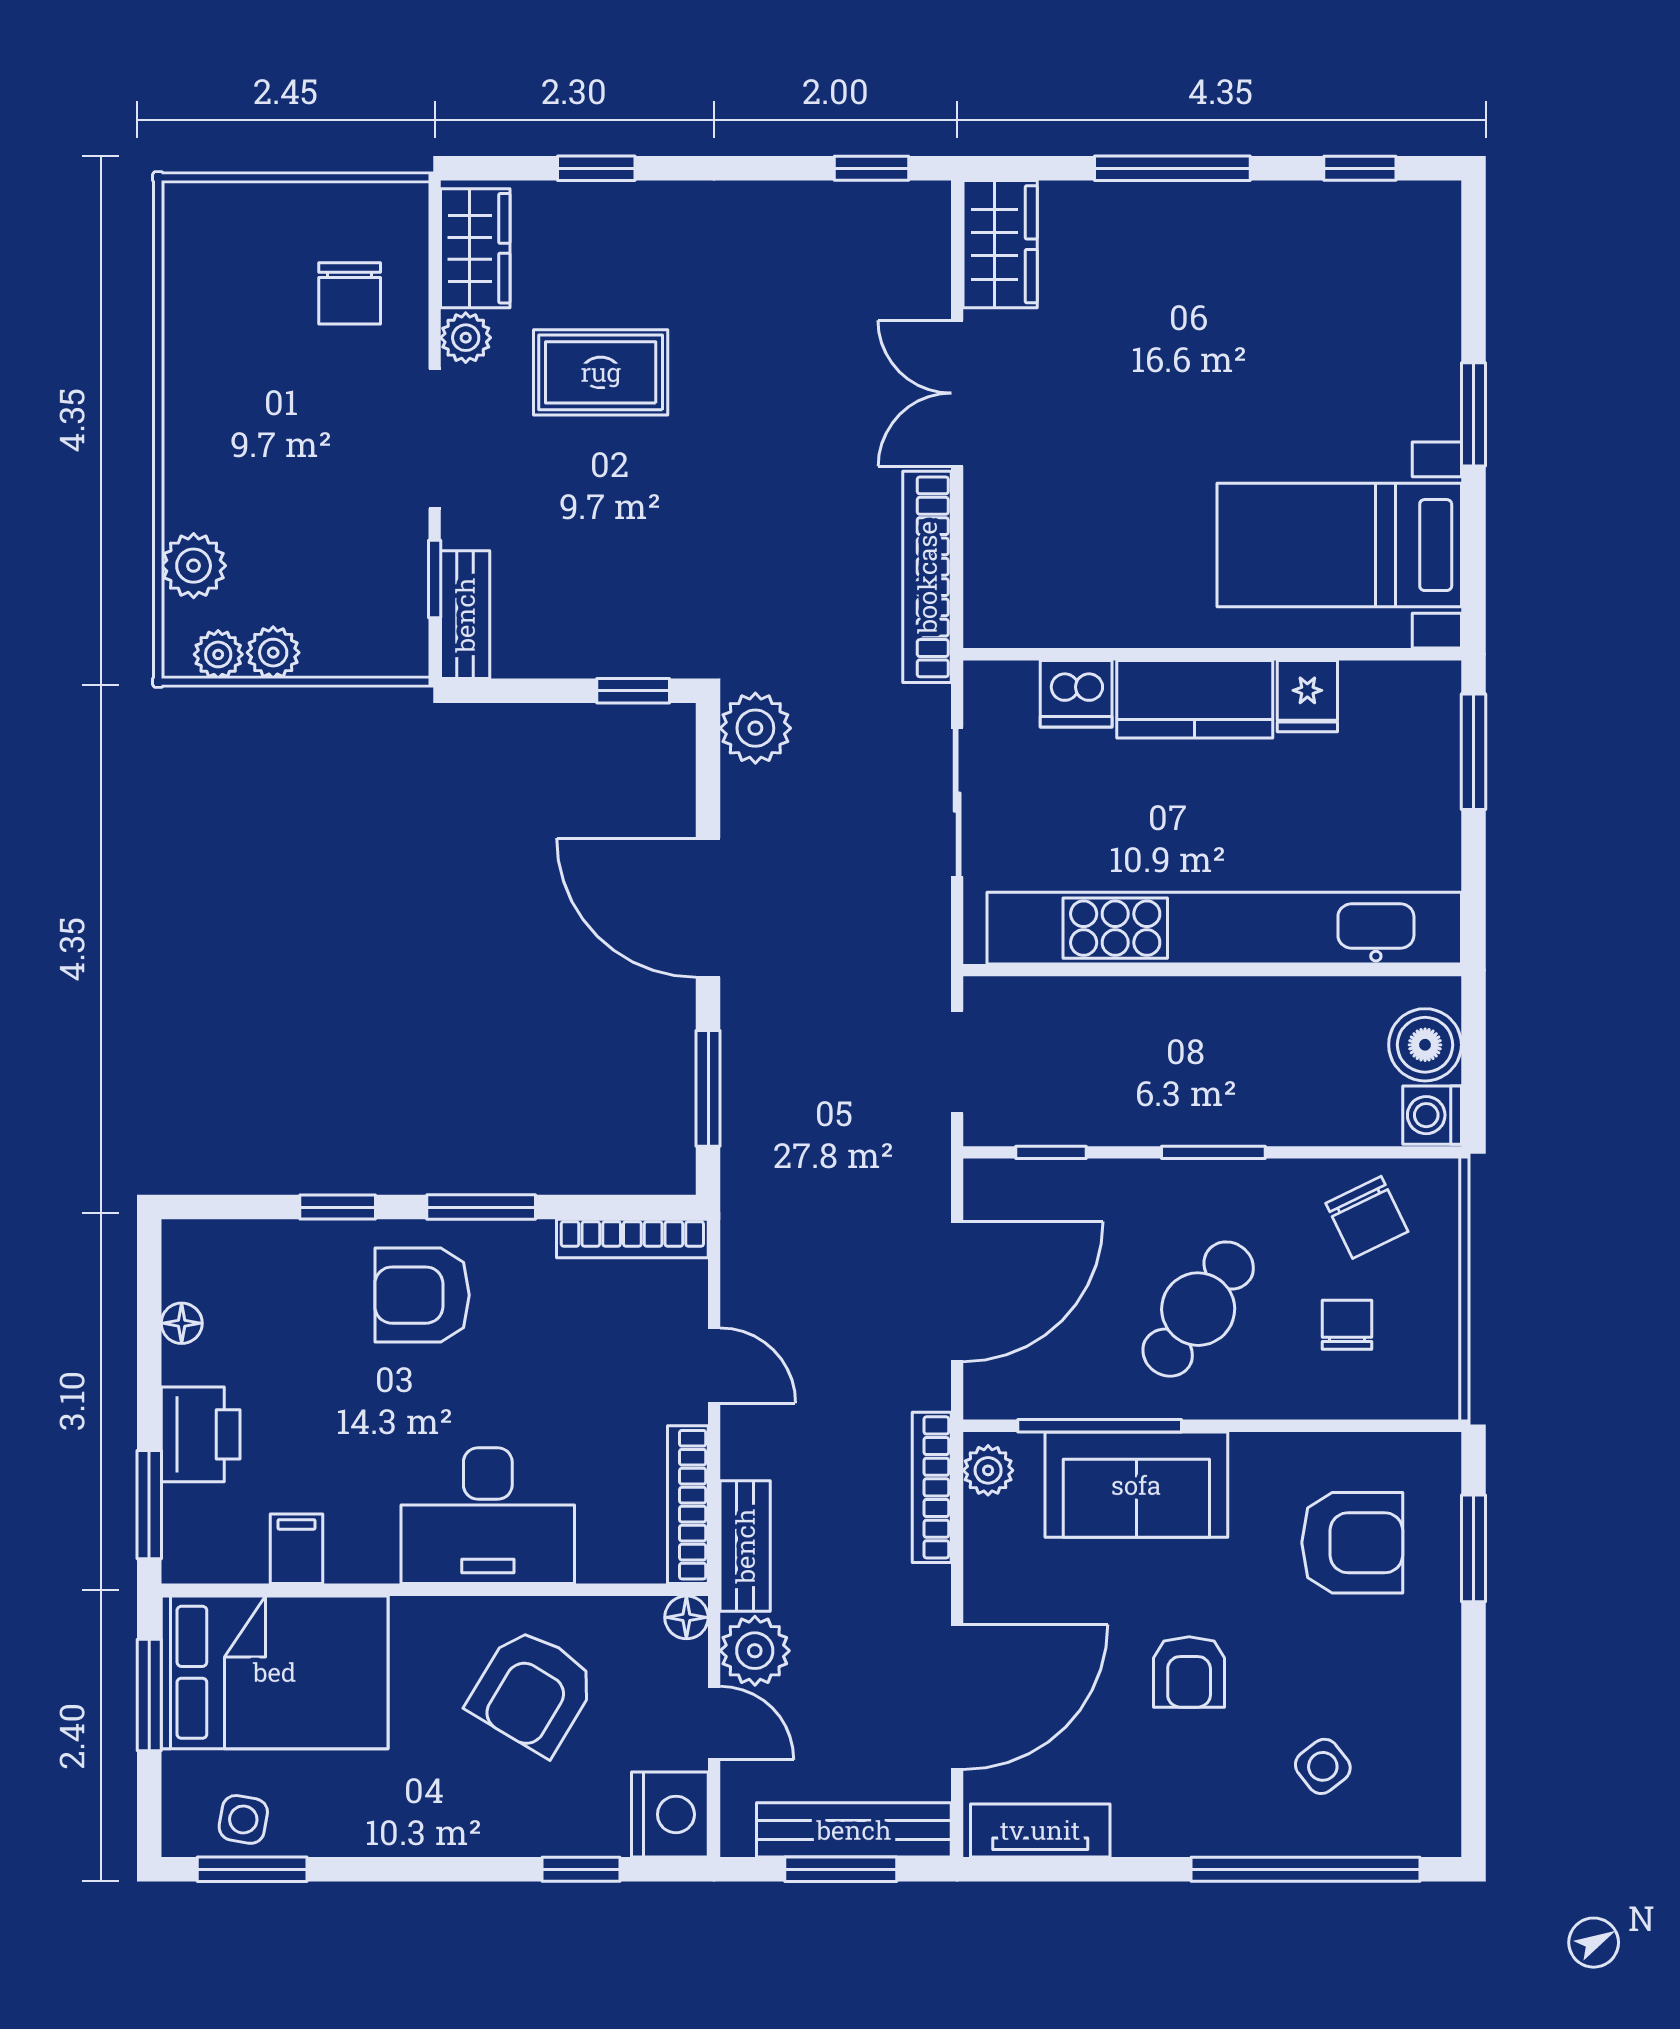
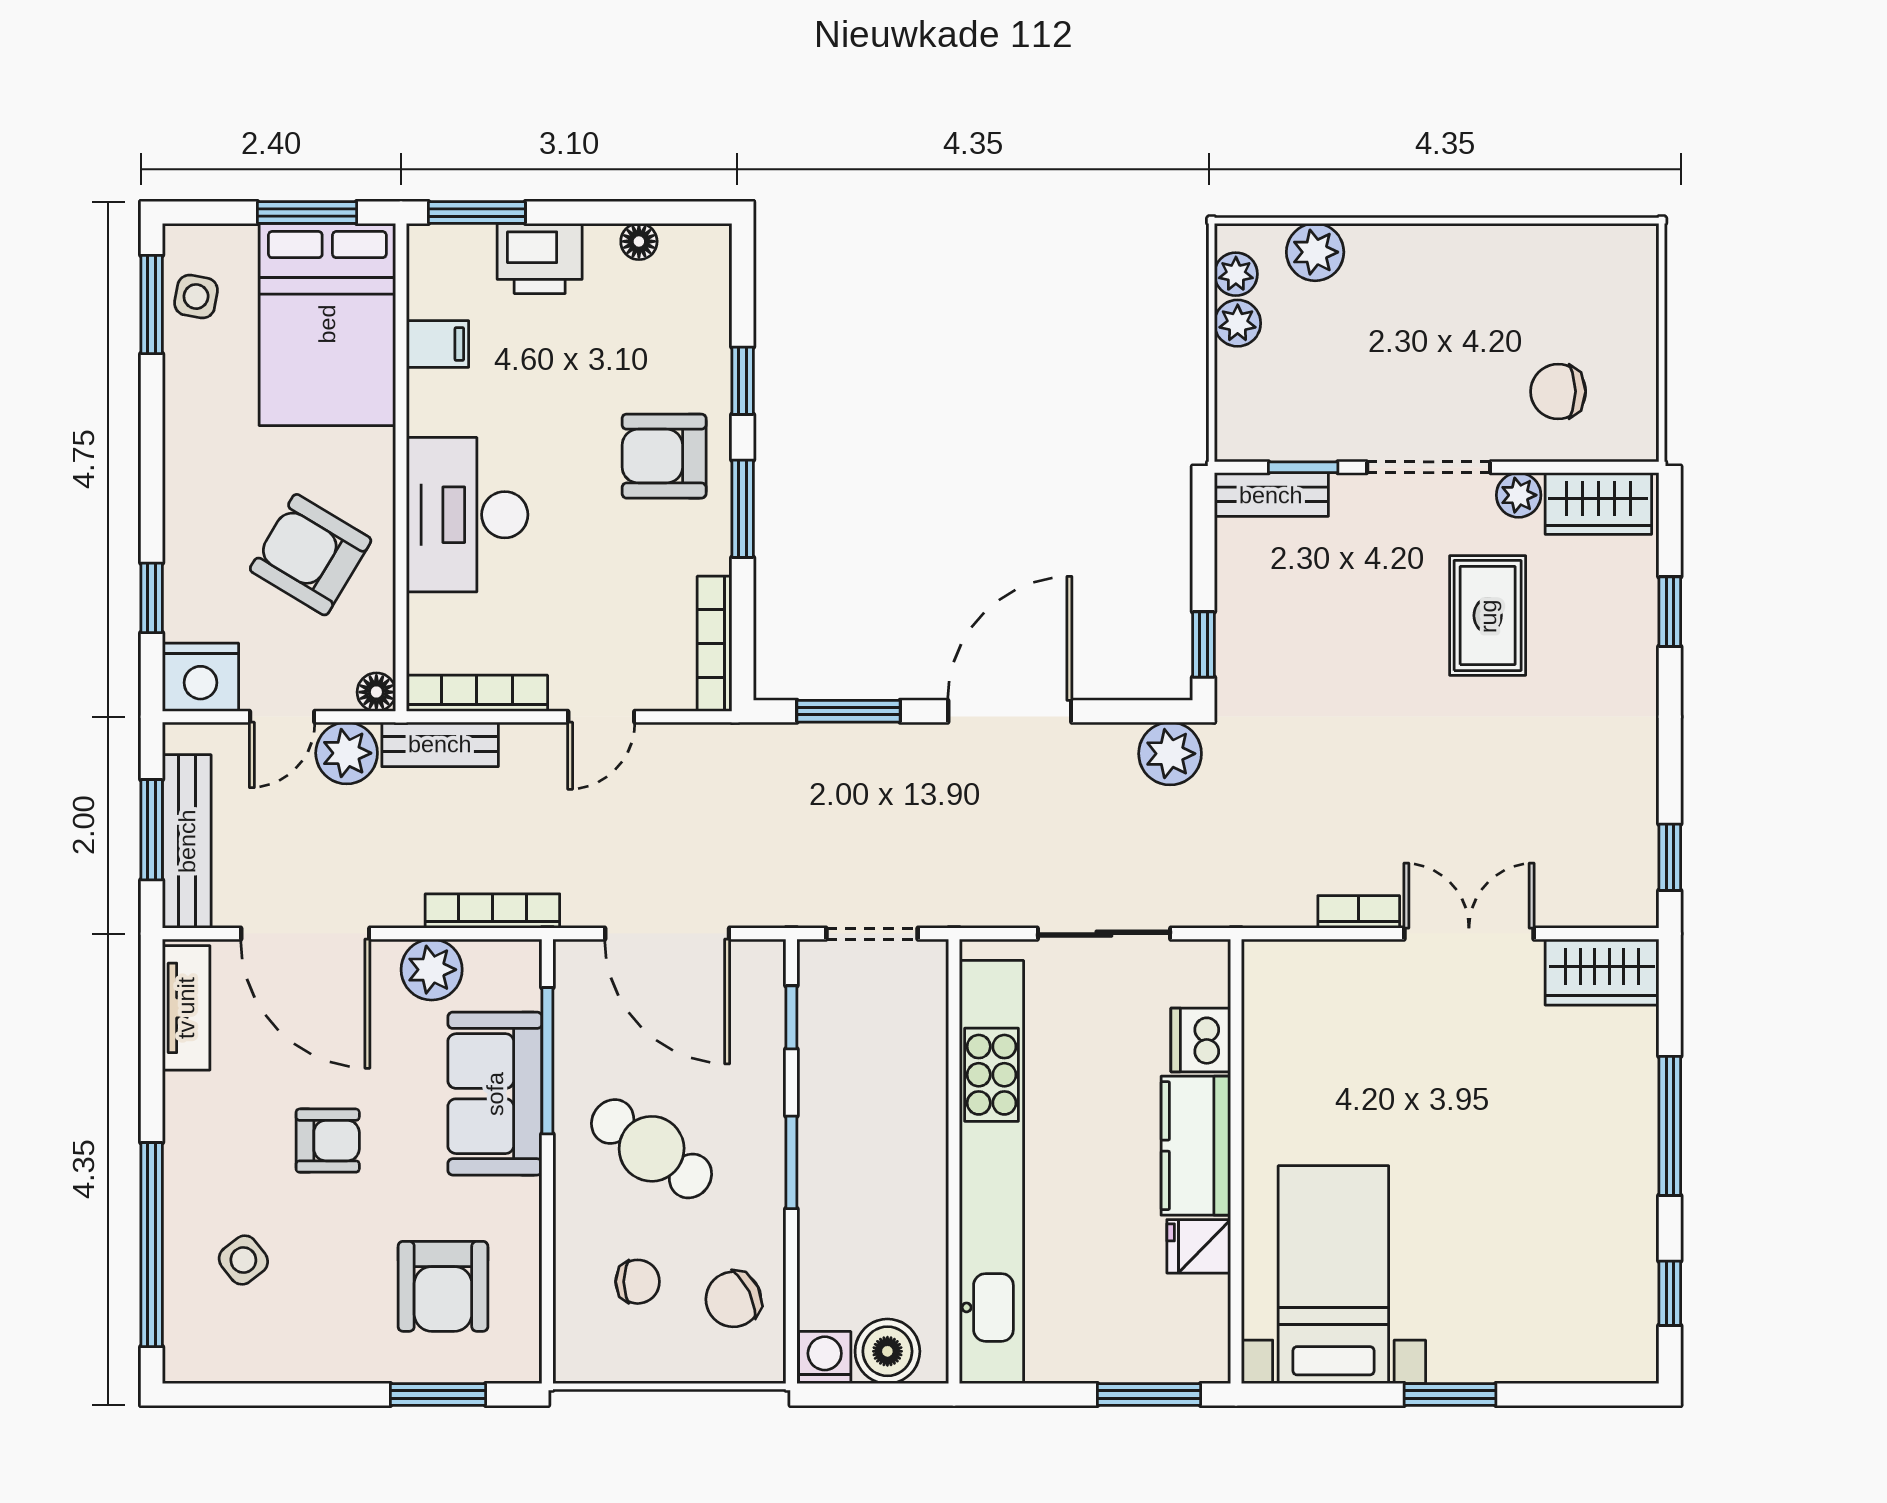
bookcase: (927, 577) -> (1359, 912), width x0.43, depth x0.76
armchair: (422, 1295) -> (664, 456), turned -90
plant: (988, 1470) -> (432, 970), moved, width x1.38, depth x1.38
armchair: (1189, 1672) -> (328, 1141), turned 180

